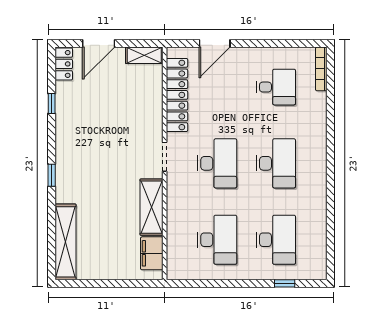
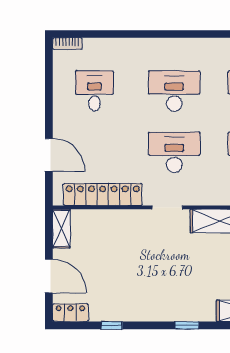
bookcase: (321, 69) -> (67, 44), width x0.64

